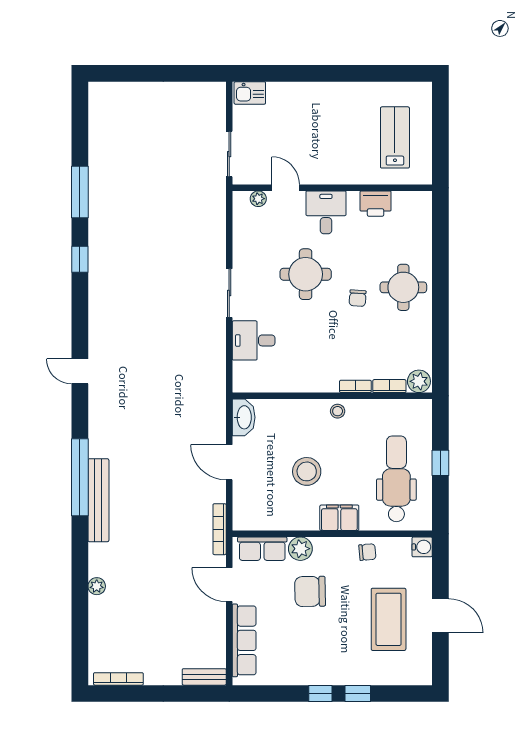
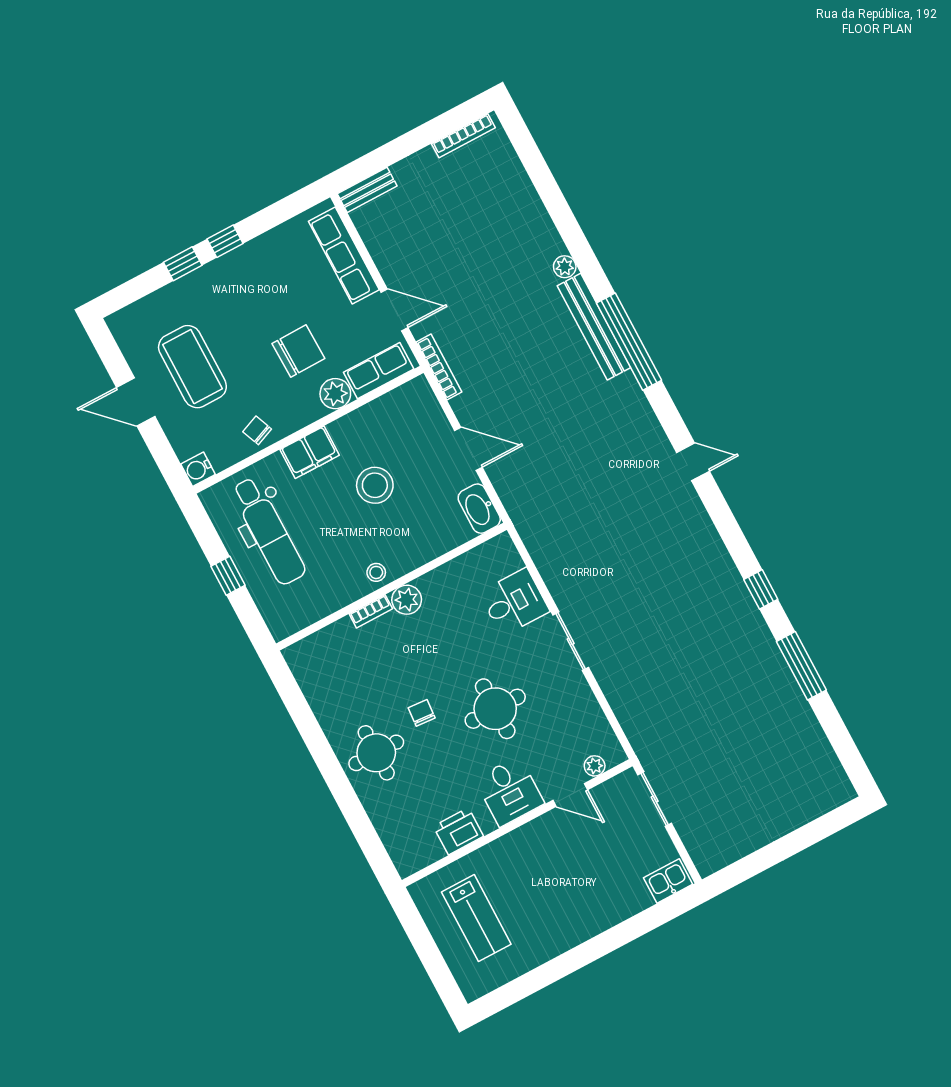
plant: (419, 381) -> (407, 600), moved
bookcase: (389, 386) -> (332, 632), removed
chair: (367, 552) -> (257, 430), turned 73
plant: (97, 586) -> (565, 267), moved

